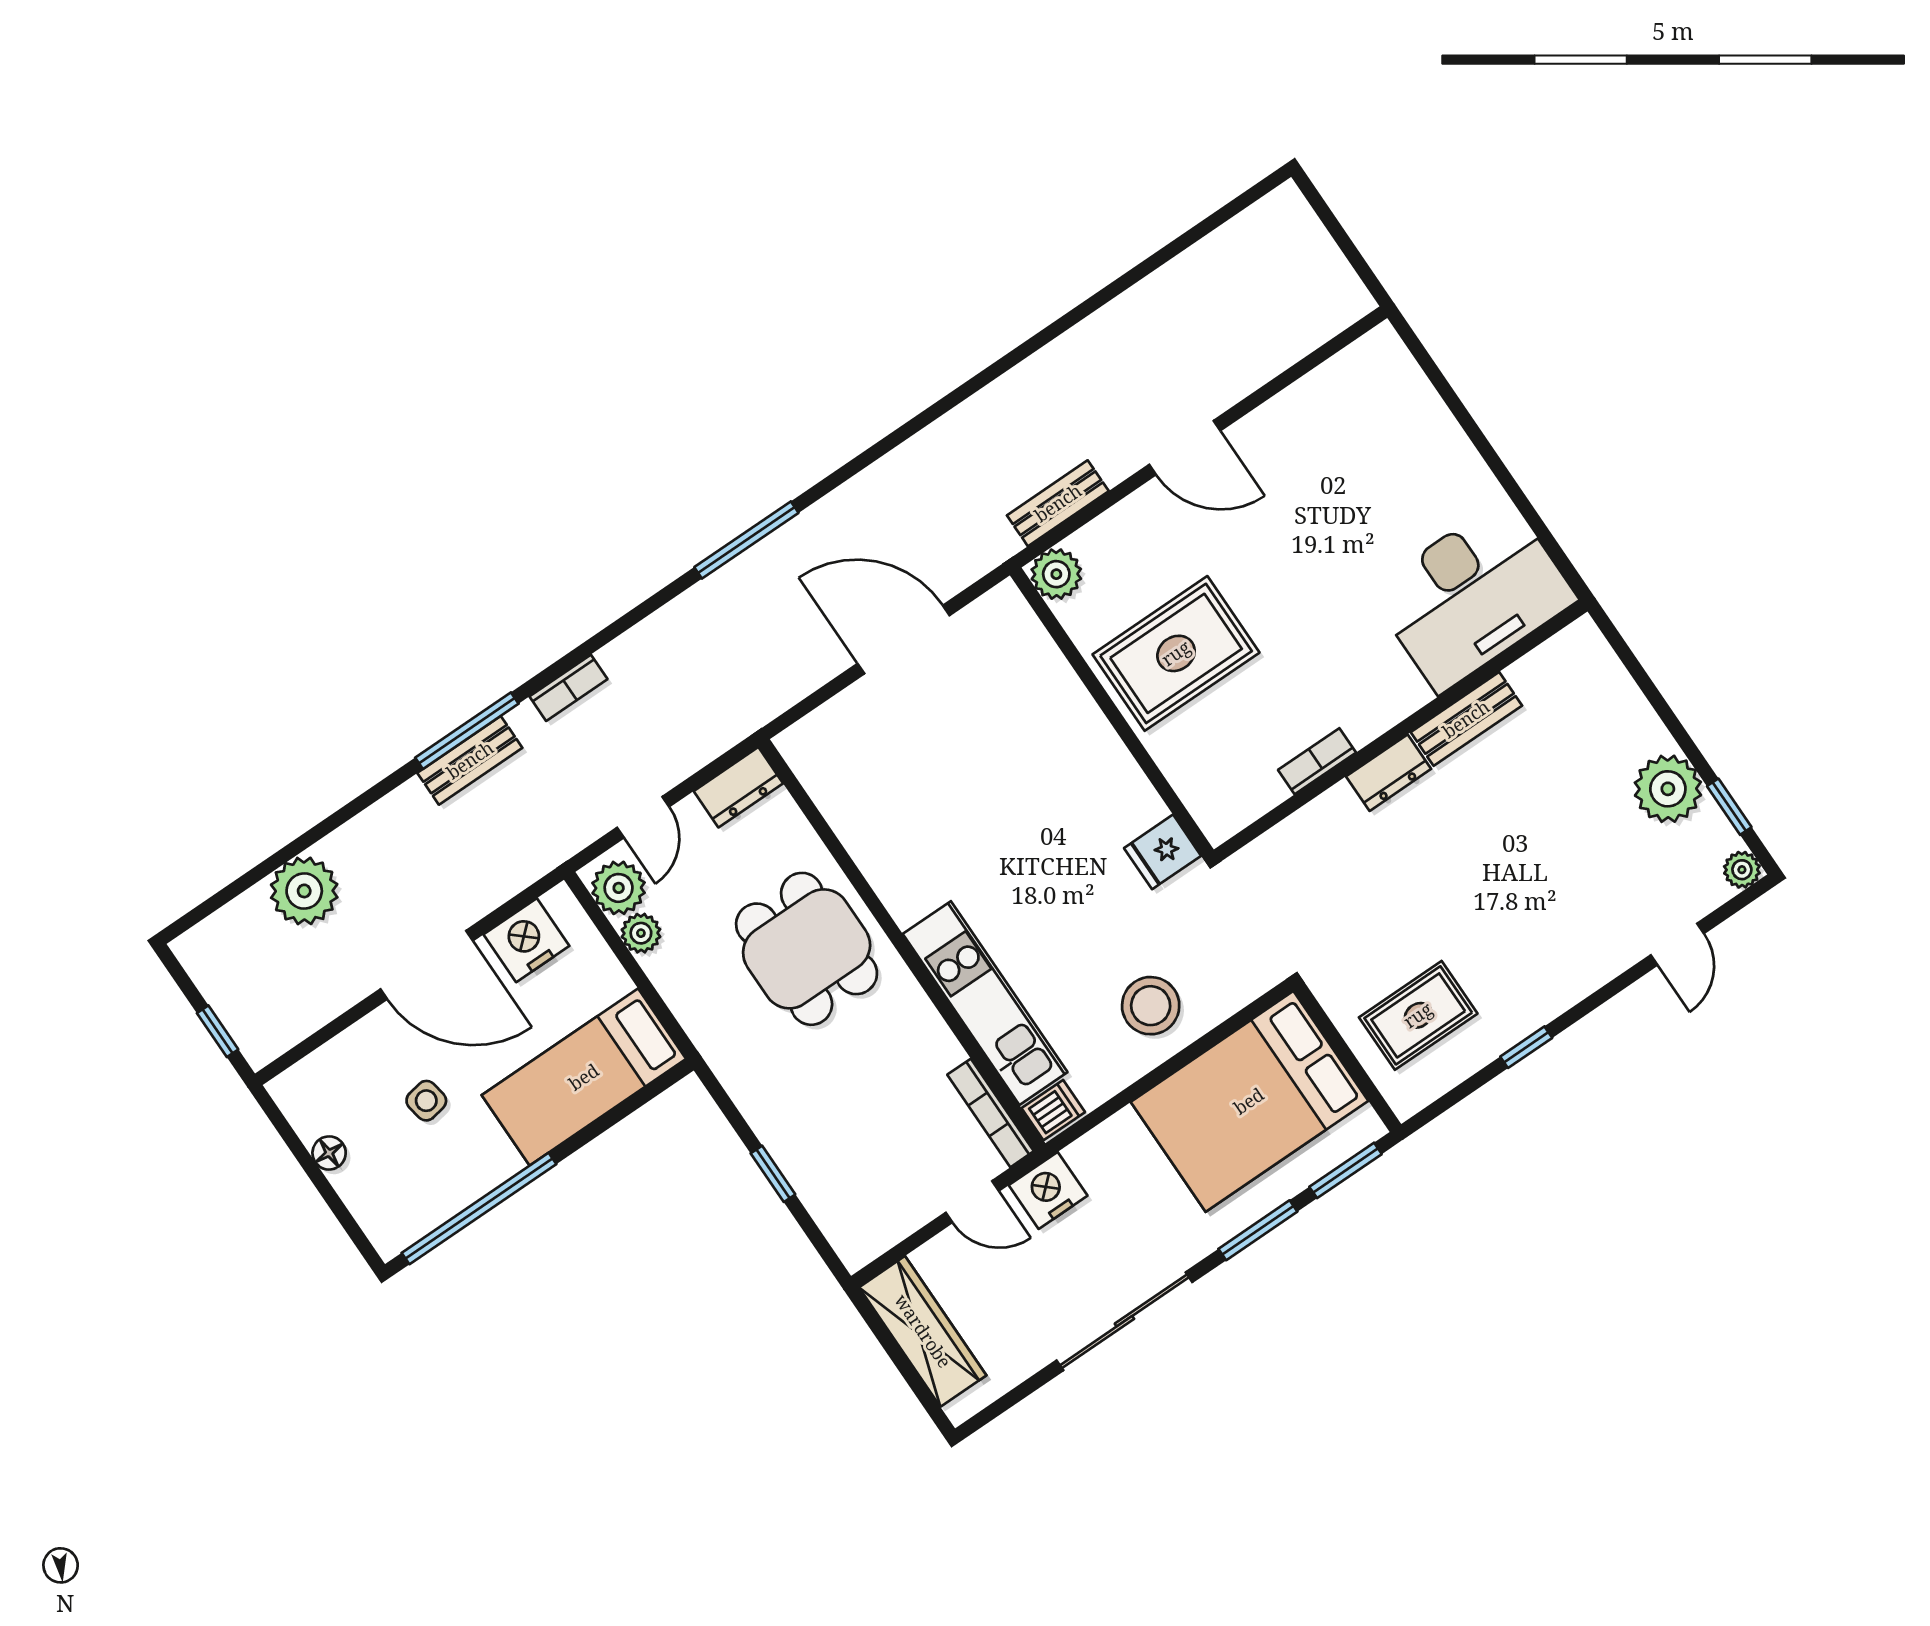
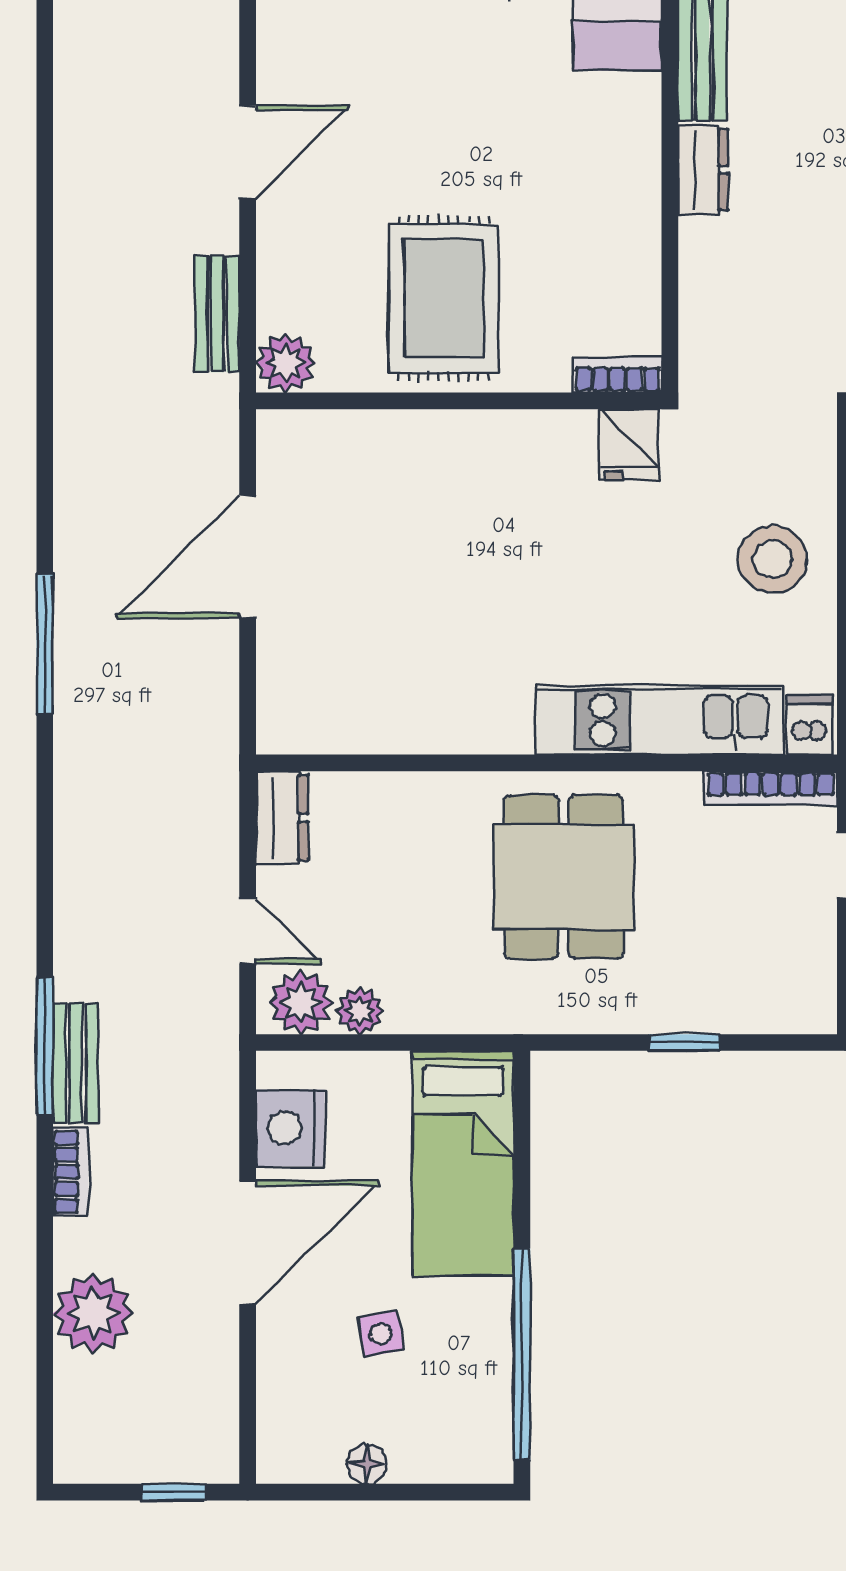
bookcase: (568, 688) -> (71, 1172), moved
bookcase: (1317, 761) -> (617, 375), moved, turned 90
dining table: (807, 949) -> (564, 877), moved, turned 90

